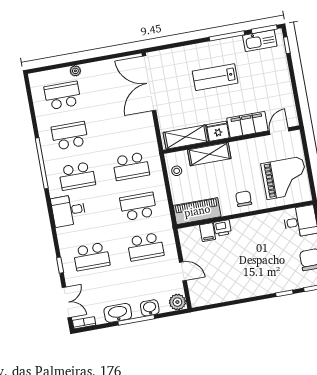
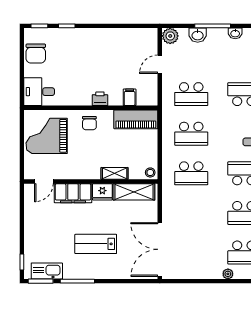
lab bench: (215, 77) -> (96, 244), turned 180
double door: (149, 83) -> (160, 249), swing flipped
shelving: (209, 154) -> (115, 173), width x0.67, depth x0.75
school desk: (131, 166) -> (191, 173), turned 180
stool: (177, 171) -> (150, 172), moved
printer: (223, 228) -> (100, 99), moved
school desk: (145, 247) -> (191, 94), turned 180
door: (183, 271) -> (160, 64), hinge flipped
washbasin: (118, 313) -> (235, 33), width x0.52, depth x0.69

